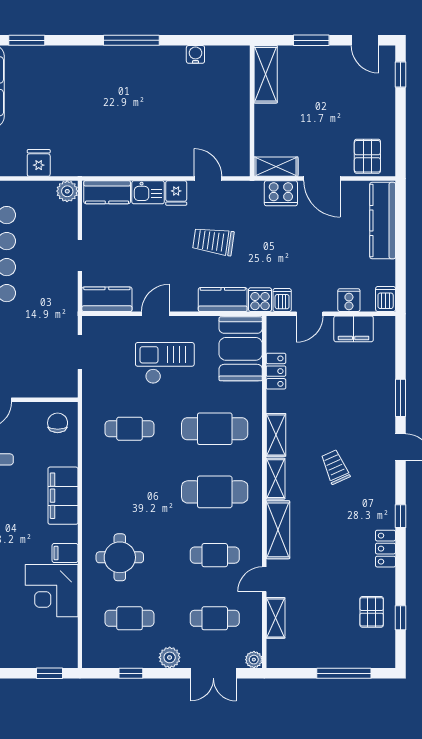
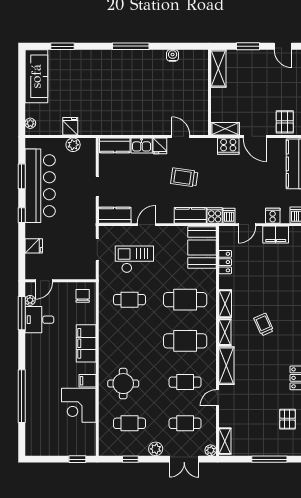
plant: (67, 191) -> (73, 145), moved
checkout: (165, 363) -> (134, 259), moved
shelving: (276, 618) -> (225, 441), moved

